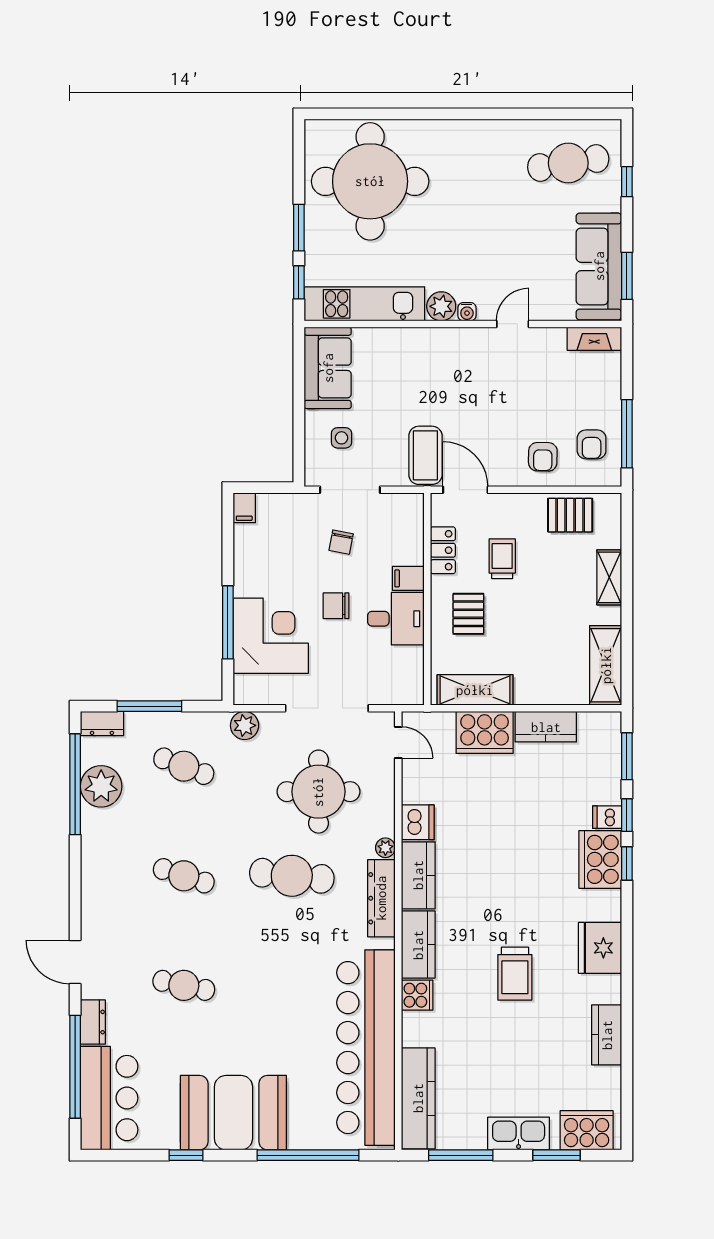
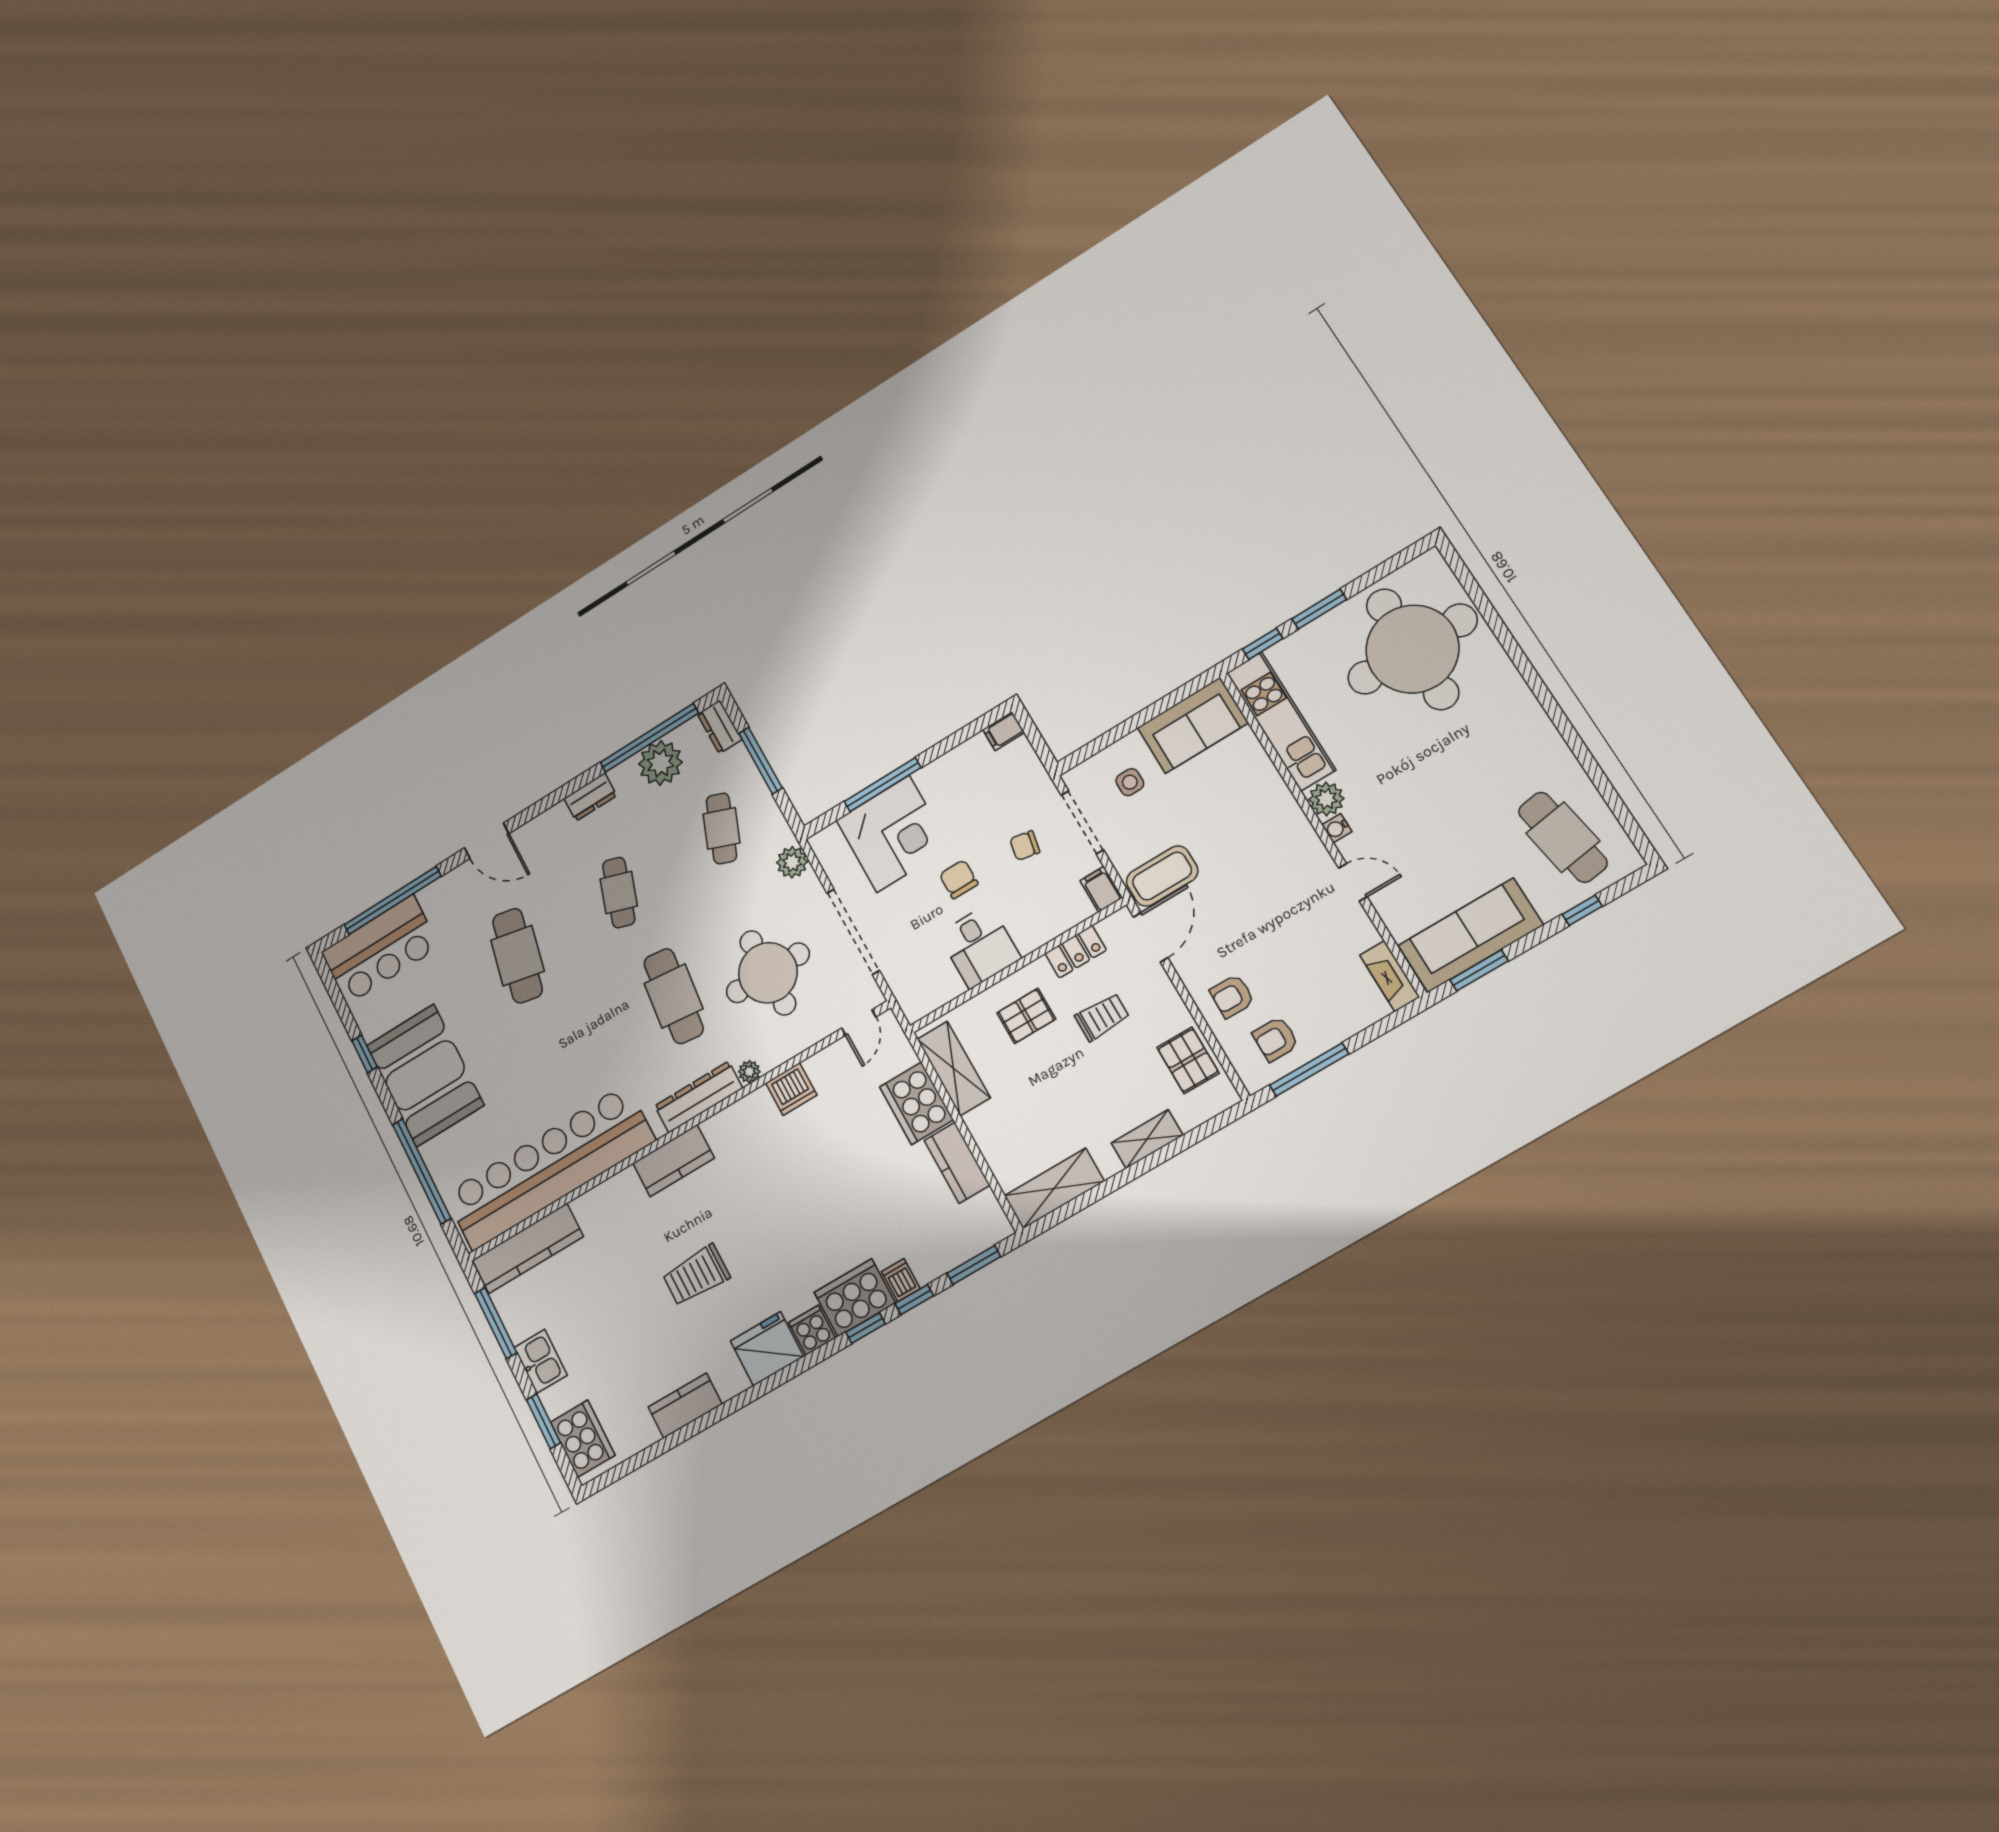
filing cabinet: (408, 578) -> (1101, 889), moved
kitchen counter: (418, 875) -> (740, 1120), removed
door: (75, 962) -> (487, 841), swing flipped
cafe table: (184, 985) -> (517, 956), width x1.37, depth x1.35
cooker: (417, 995) -> (812, 1330), moved, turned 180
dresser: (93, 1022) -> (590, 797), moved
kitchen sink: (519, 1134) -> (541, 1361), width x0.73

